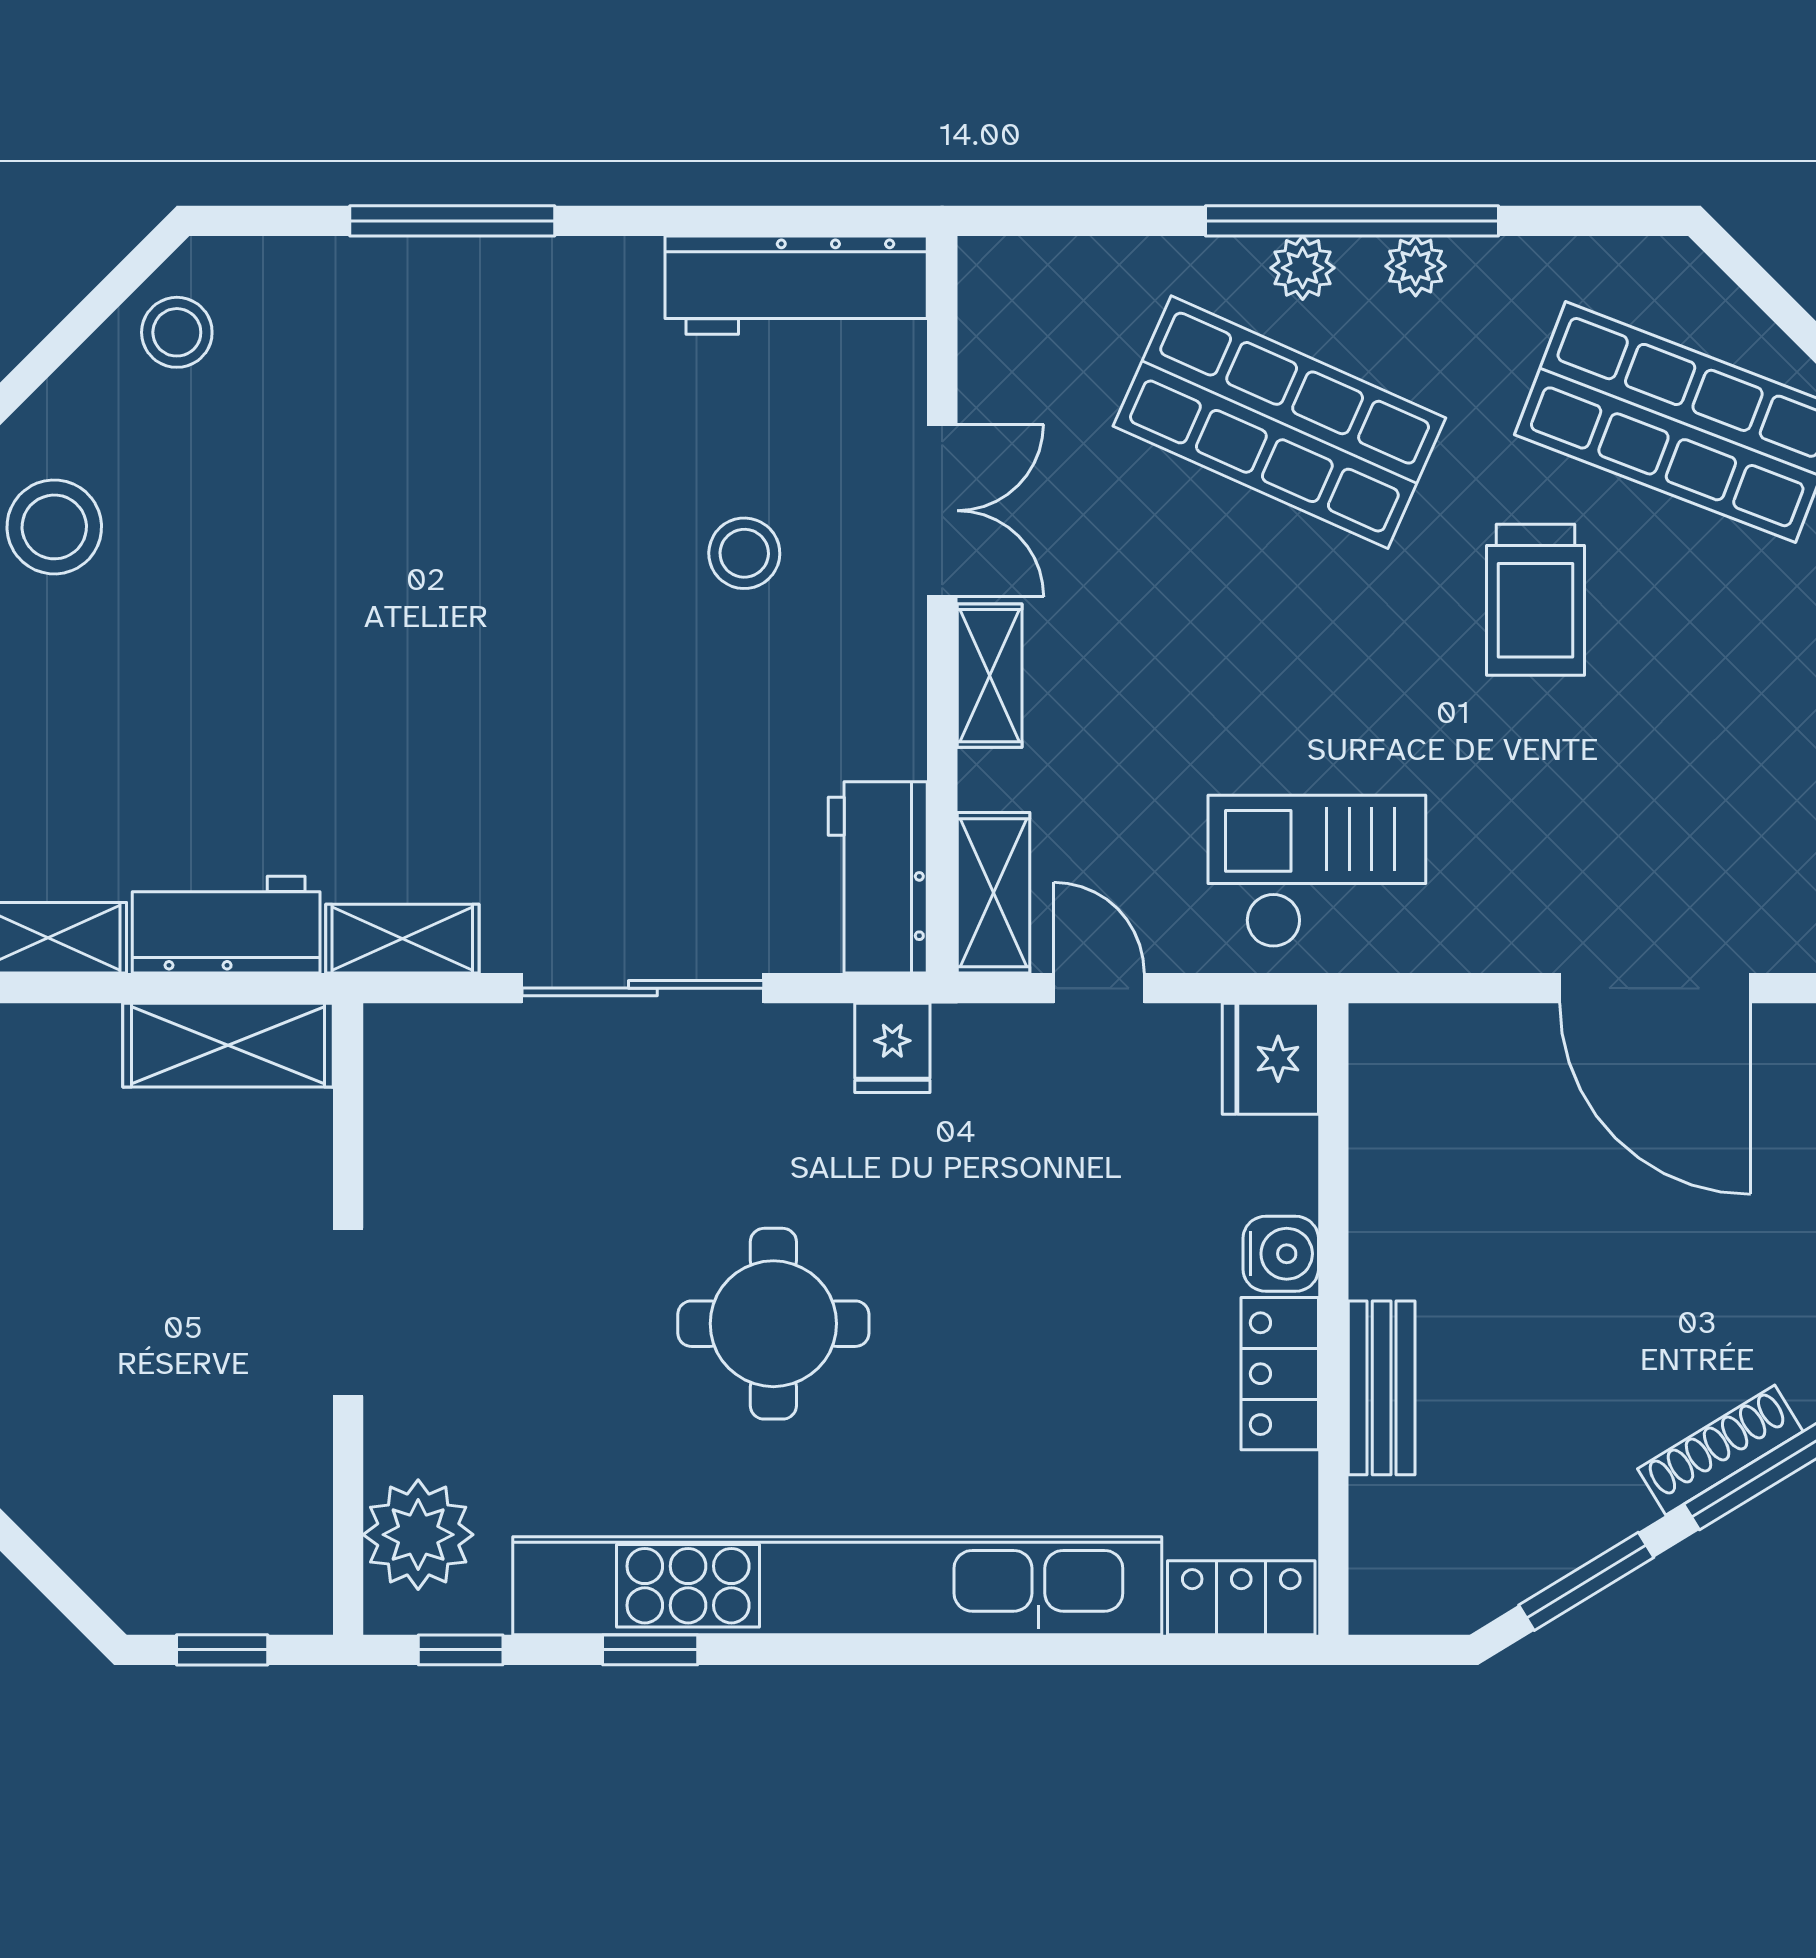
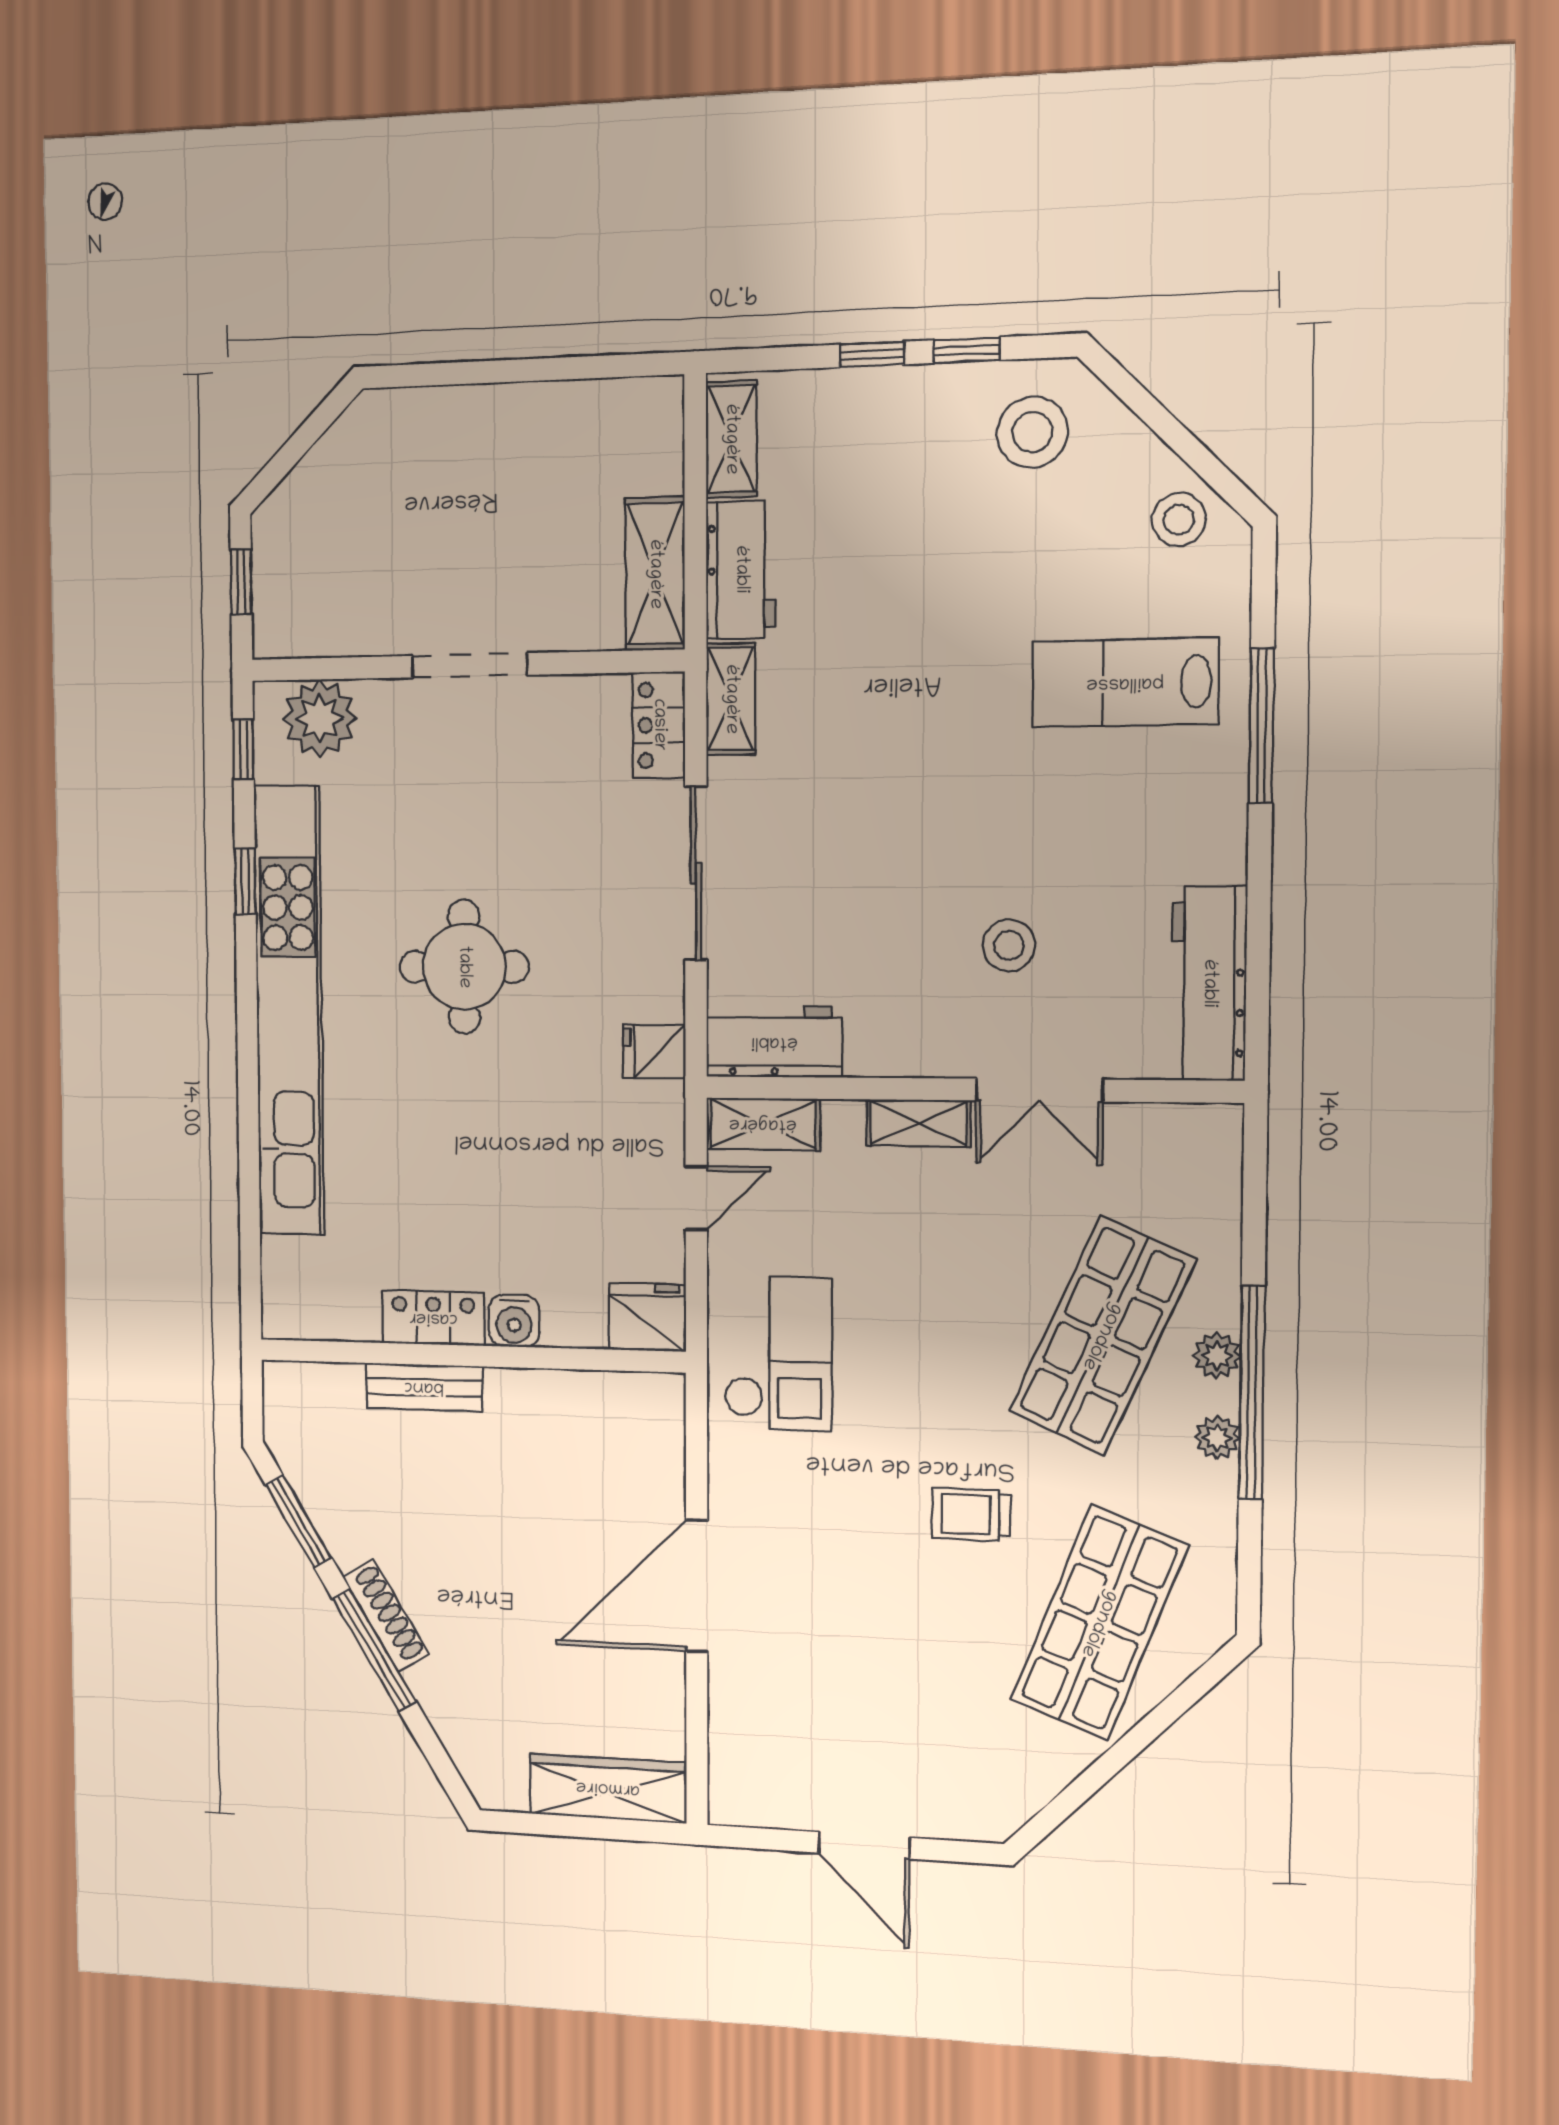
lab bench: (391, 401) -> (1125, 683), added
trolley: (1536, 600) -> (971, 1514), width x0.73, depth x0.72
locker: (1241, 1598) -> (659, 725), moved, turned 180

